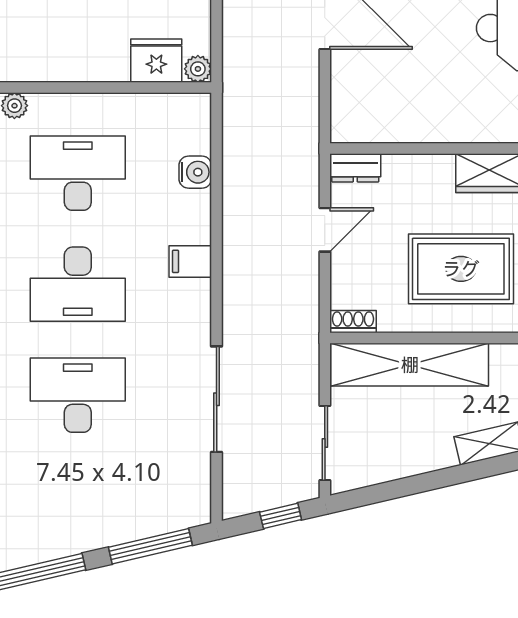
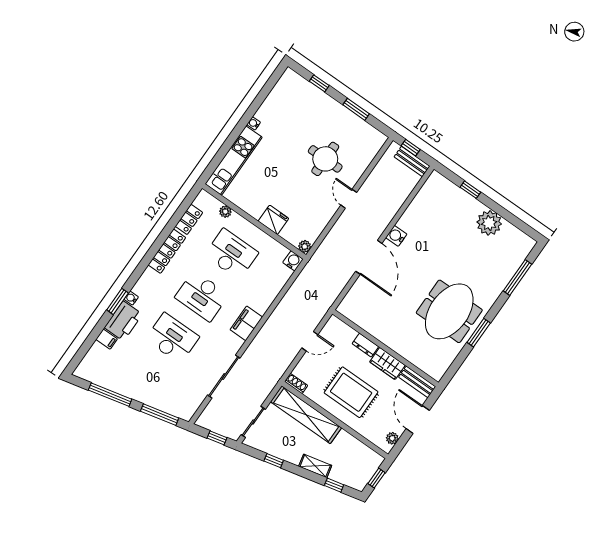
fridge: (156, 61) -> (273, 220), moved
dresser: (355, 168) -> (365, 345), moved
water cooler: (195, 172) -> (293, 261), moved, turned -90
filing cabinet: (190, 261) -> (246, 323), width x2.00
window: (409, 486) -> (274, 461), added

